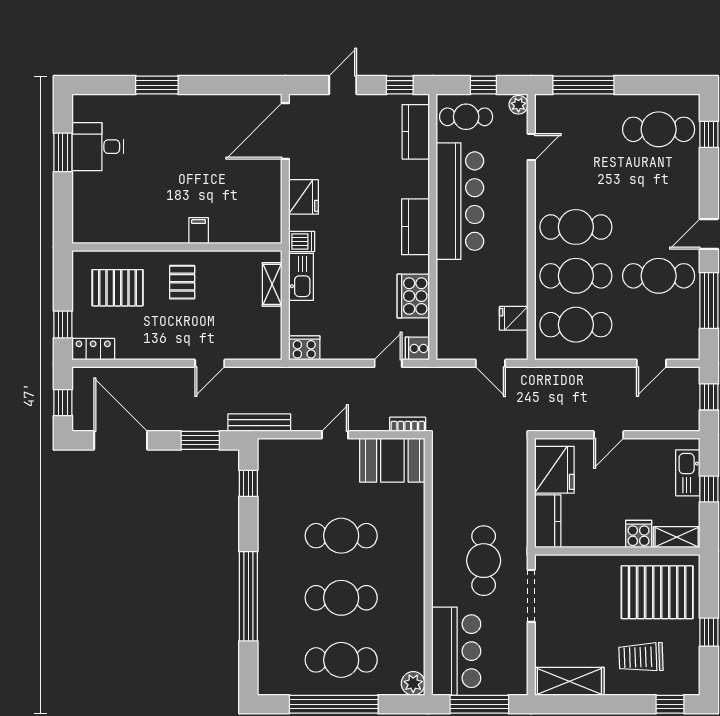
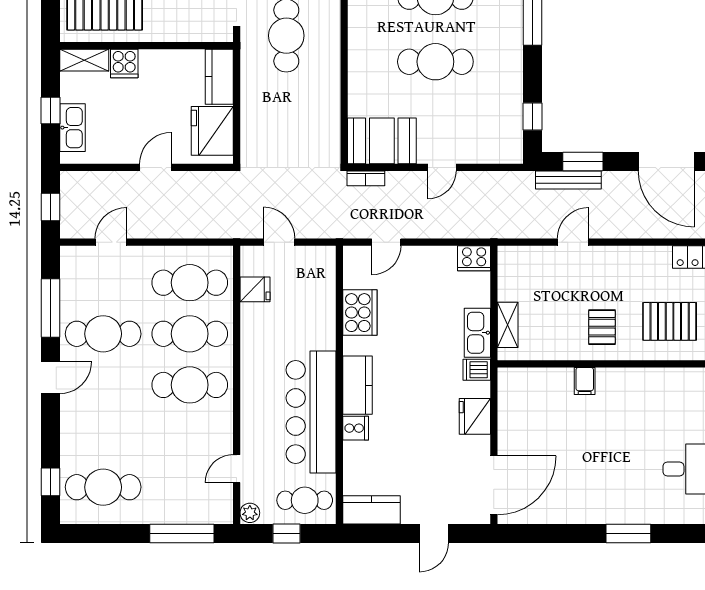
window: (400, 85) -> (374, 534), removed
kitchen counter: (416, 132) -> (372, 510), moved, turned -90
cooker: (417, 349) -> (356, 428), moved
bench: (259, 423) -> (568, 180), moved

